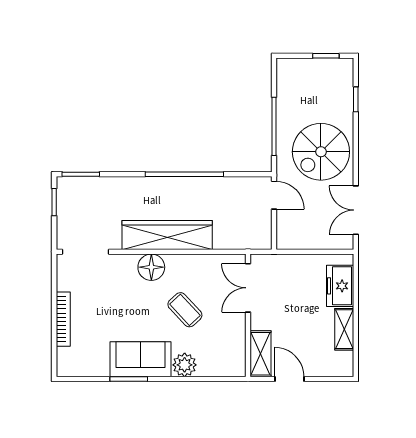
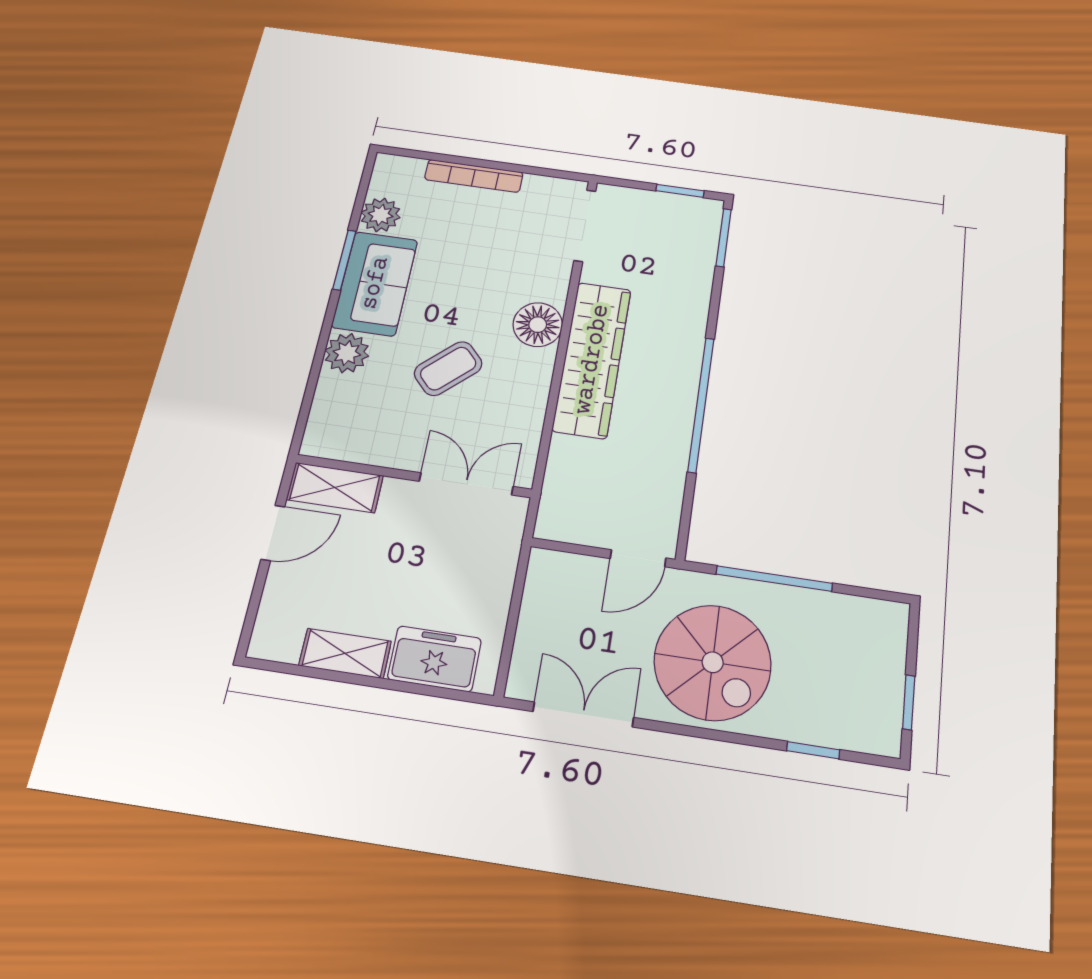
spiral stairs: (321, 152) -> (713, 662), turned 180
plant: (97, 366) -> (381, 215), added

